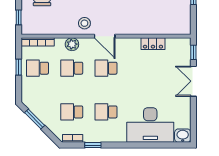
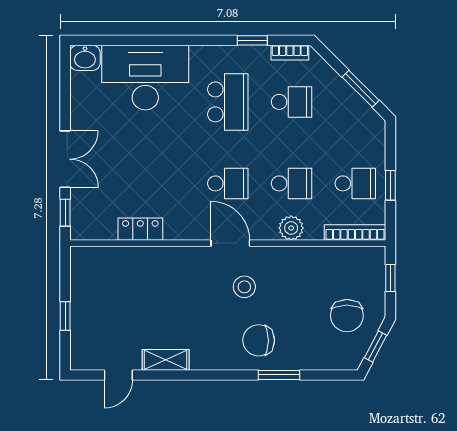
stool: (84, 23) -> (244, 287), moved
school desk: (106, 112) -> (228, 102), width x1.85

